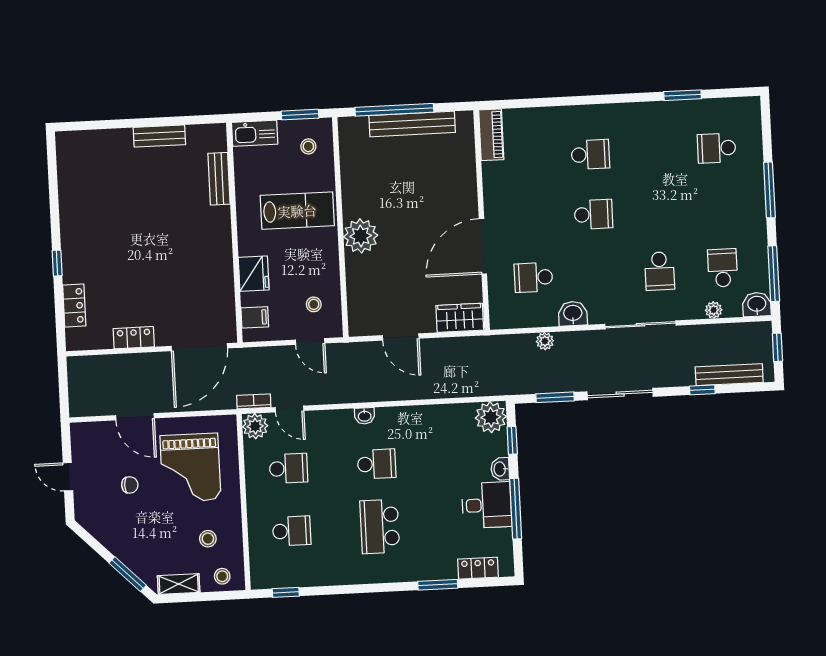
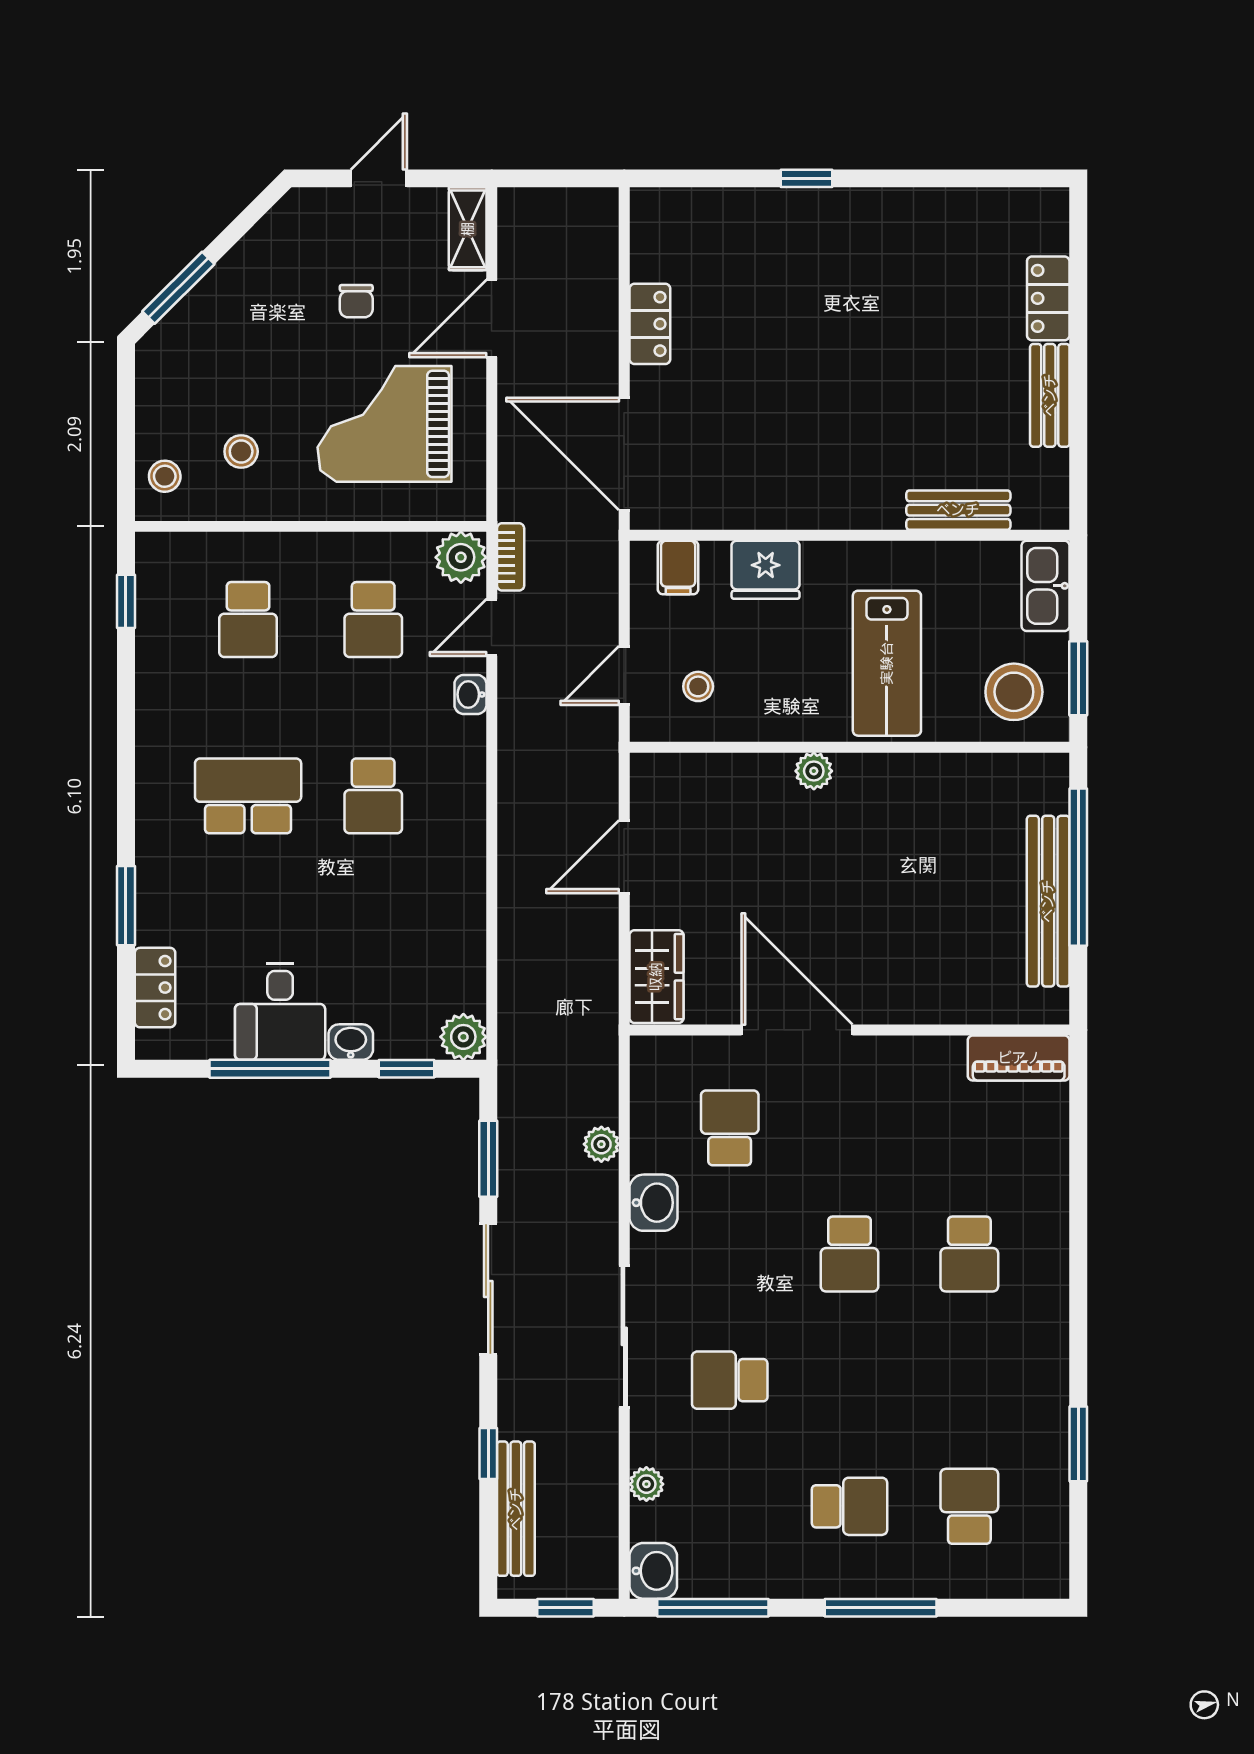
stool: (308, 146) -> (1014, 692), width x1.89, depth x1.89
plant: (361, 236) -> (814, 771), width x0.53, depth x0.53
school desk: (723, 268) -> (850, 1506), moved
locker: (74, 306) -> (1048, 298), moved, turned 90
washbasin: (365, 416) -> (470, 694), moved
plant: (491, 417) -> (463, 1037), width x0.73, depth x0.73
shelving: (179, 584) -> (468, 229), moved

